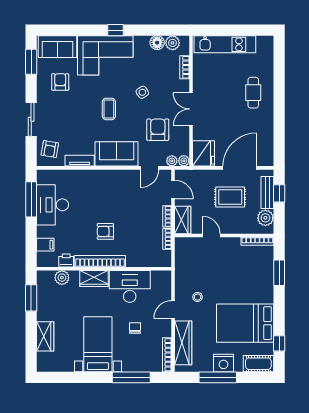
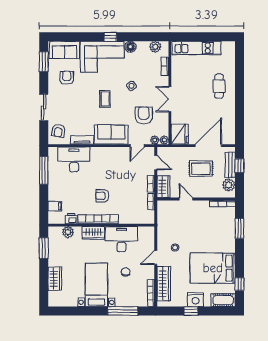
floor lamp: (157, 43) -> (130, 47), moved
desk: (53, 205) -> (74, 159), moved, turned 90
window: (218, 377) -> (191, 311), width x0.46

